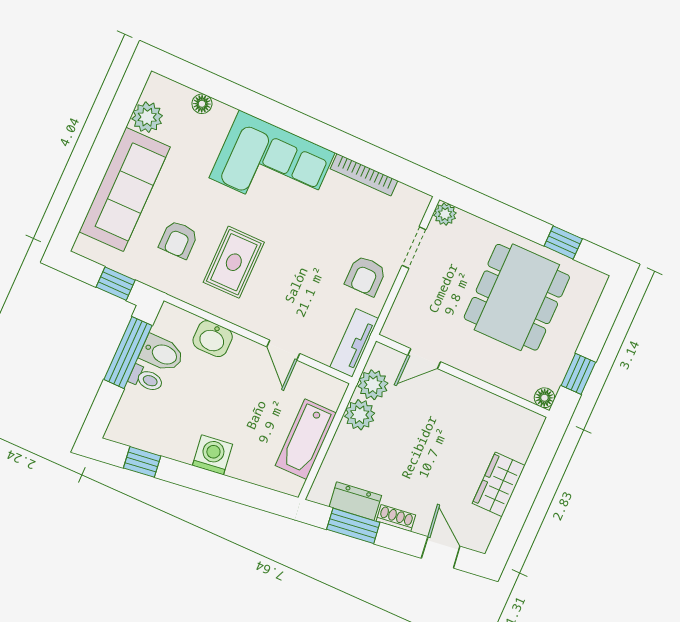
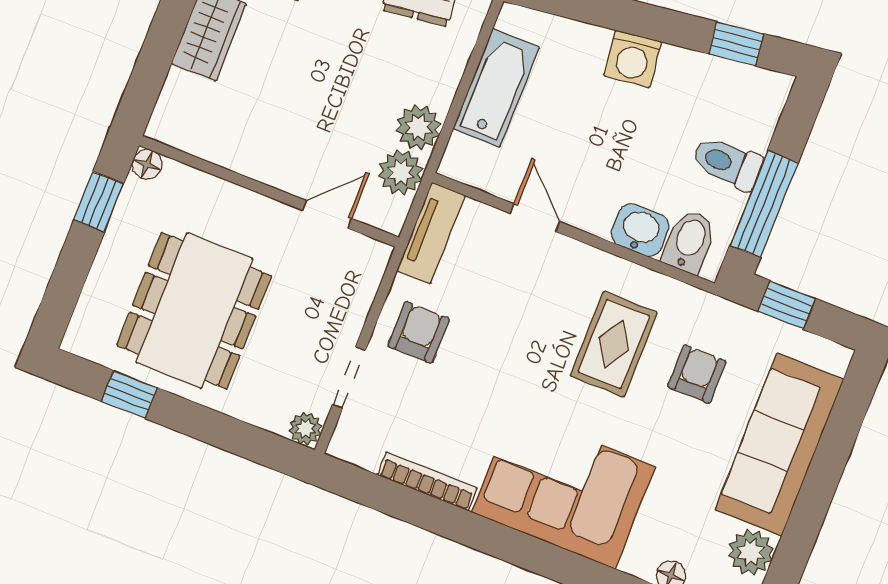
bidet: (162, 353) -> (689, 242), moved, turned 90
toilet: (146, 379) -> (727, 163), width x1.37, depth x1.39

